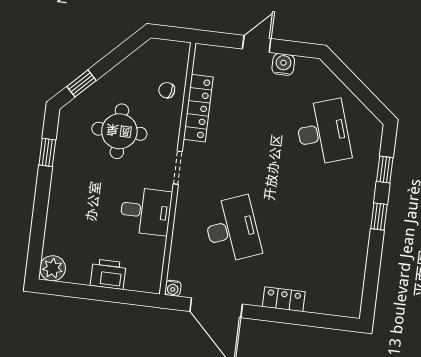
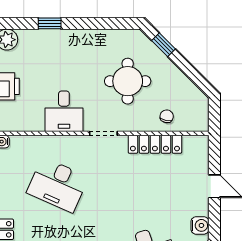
water cooler: (283, 64) -> (200, 225), moved
window: (47, 152) -> (50, 23), moved
desk: (232, 229) -> (58, 185), turned 45

